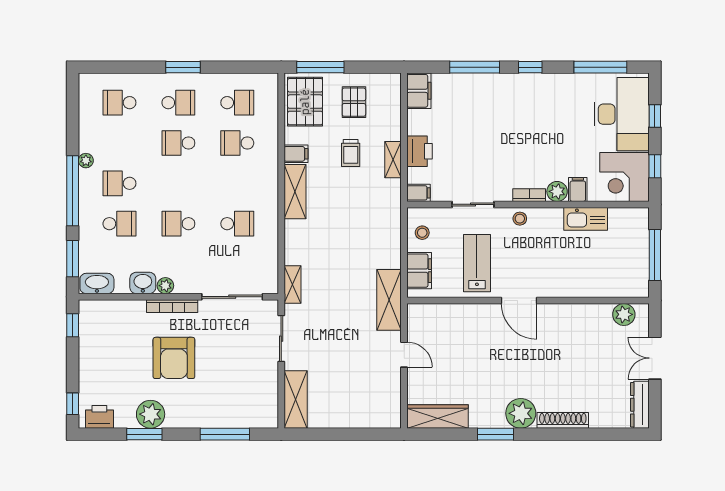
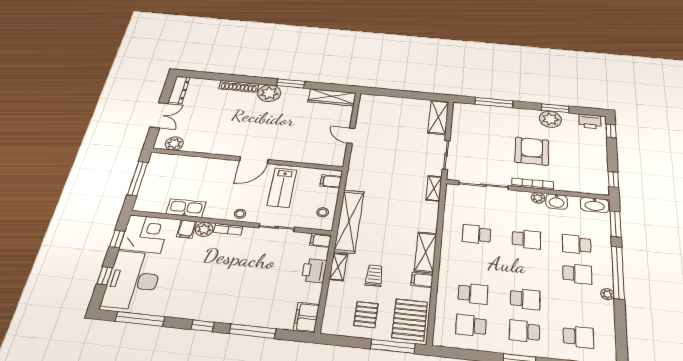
filing cabinet: (419, 271) -> (331, 181), width x0.50
shelving: (389, 300) -> (349, 221), moved, width x1.47
door: (519, 301) -> (254, 160), swing flipped

